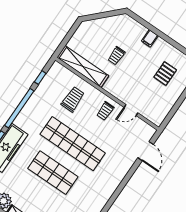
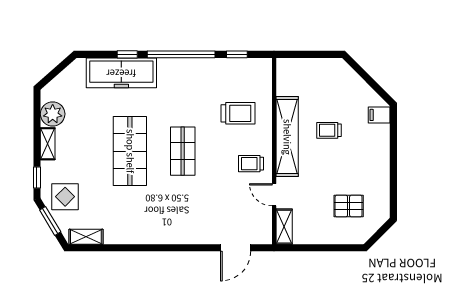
filing cabinet: (150, 38) -> (379, 115), moved
shelving: (83, 67) -> (287, 137), moved
shelving: (152, 117) -> (284, 227), added
shop shelf: (73, 144) -> (183, 151), width x0.50, depth x0.74

